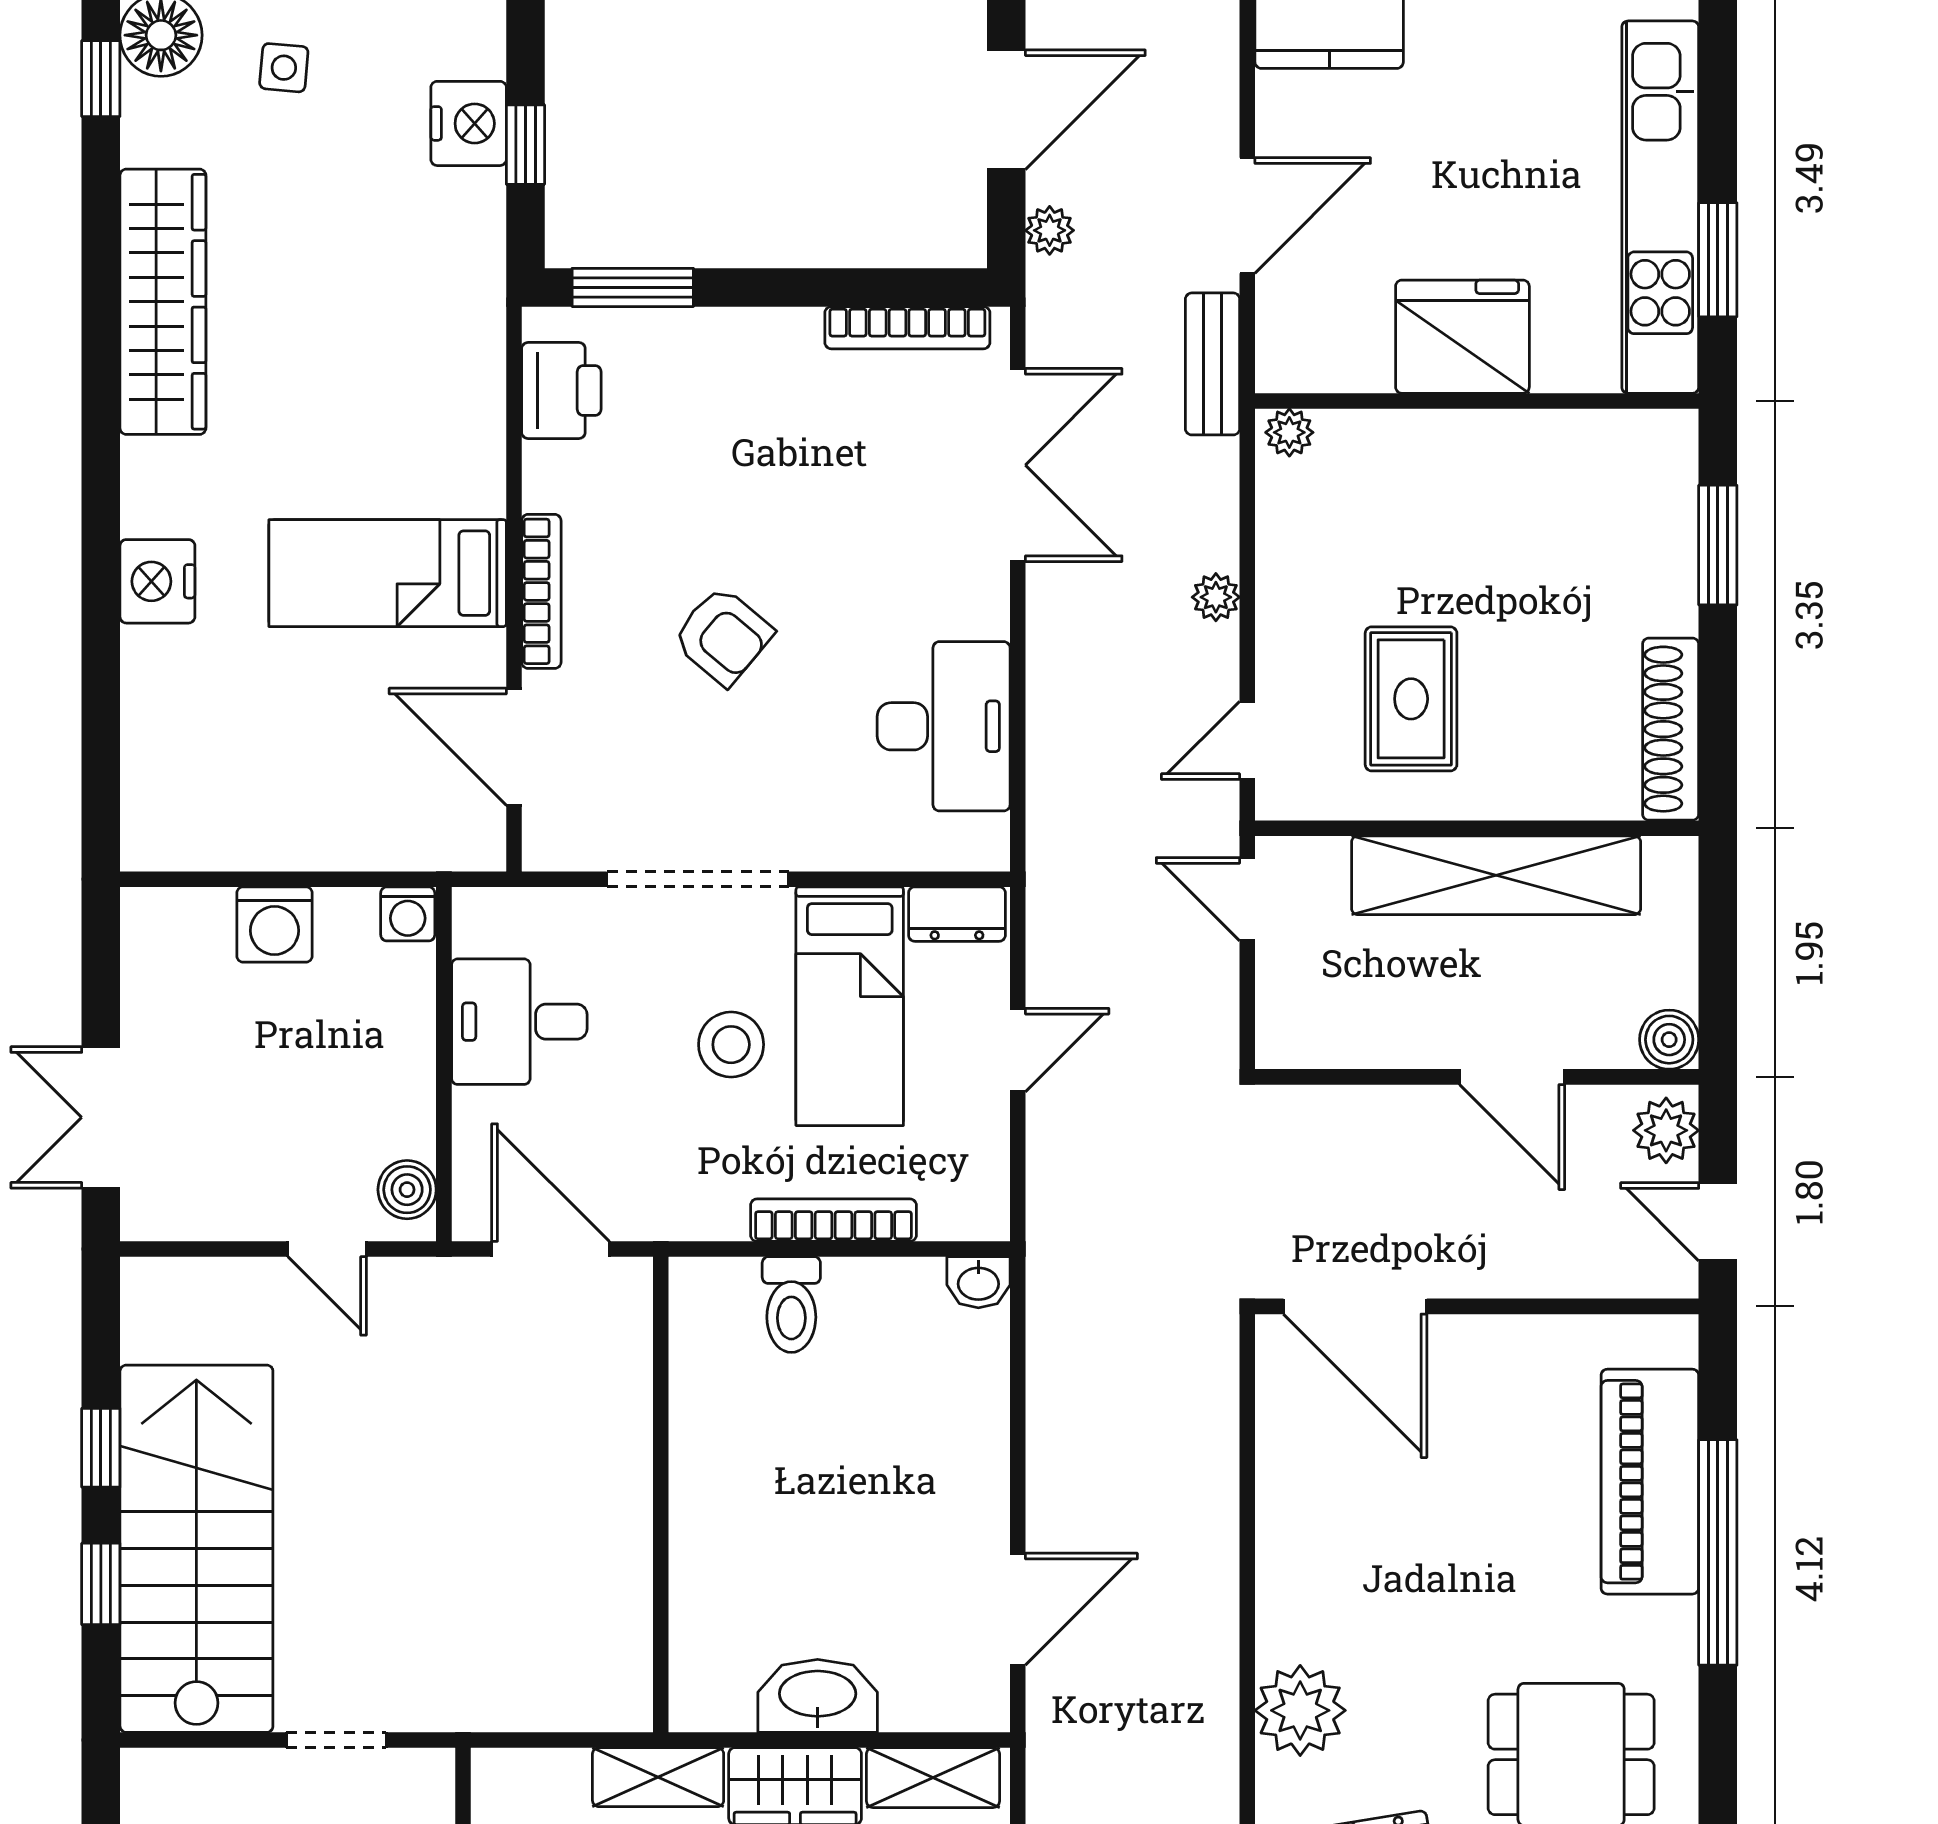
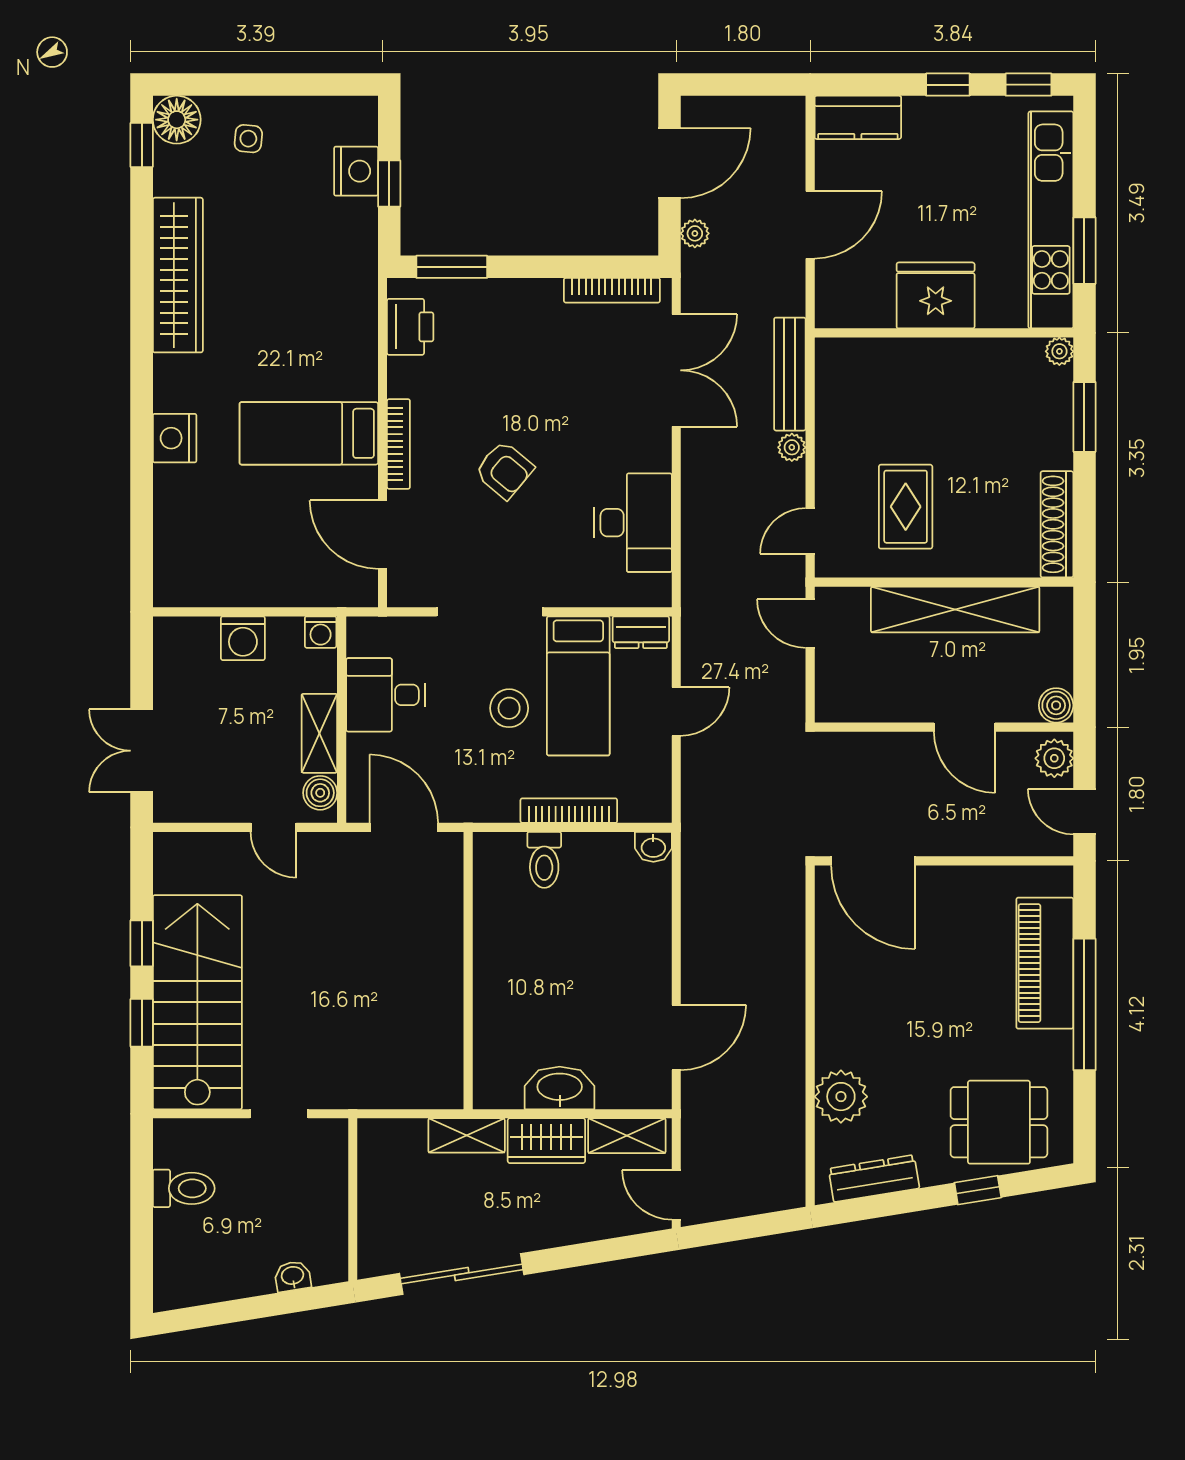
bench: (1213, 364) -> (790, 374), moved, width x1.36
plant: (1289, 432) -> (1059, 351), moved
shelving: (406, 1088) -> (319, 733), added

